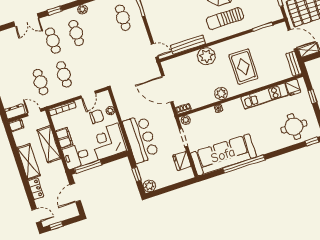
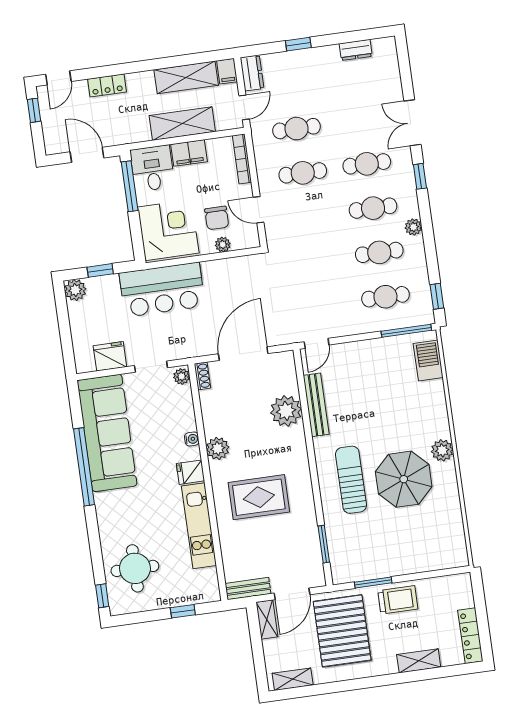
cafe table: (99, 25) -> (379, 252), added
plant: (206, 56) -> (286, 411), moved
fridge: (293, 87) -> (190, 472), moved
shelving: (29, 162) -> (186, 77), moved

